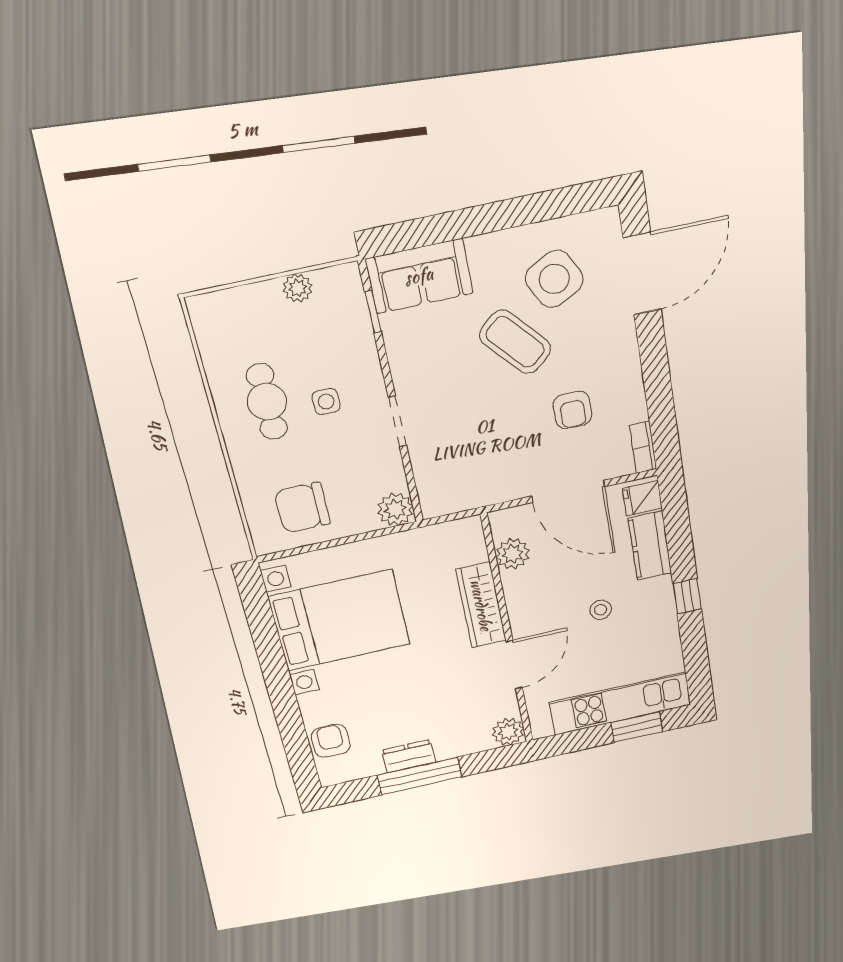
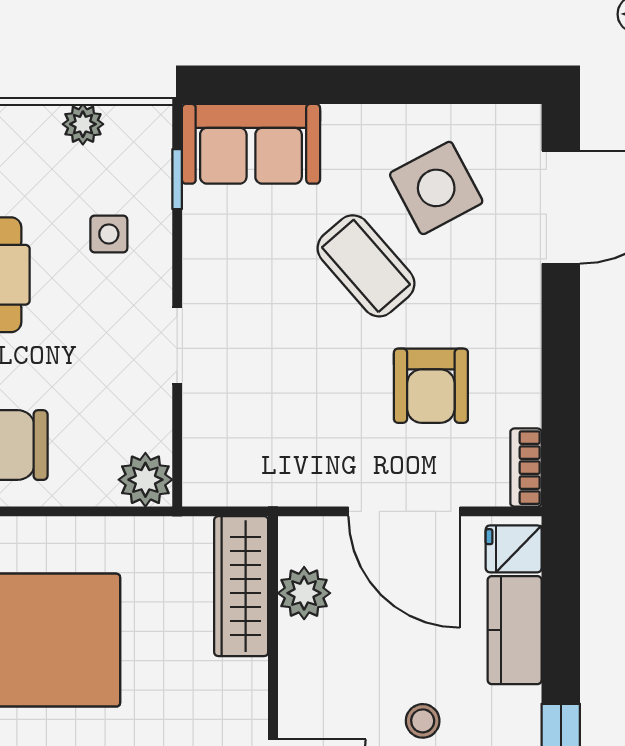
side table: (326, 402) -> (109, 234), moved
armchair: (572, 410) -> (431, 386), width x1.38, depth x1.38
wardrobe: (481, 605) -> (241, 586), moved

